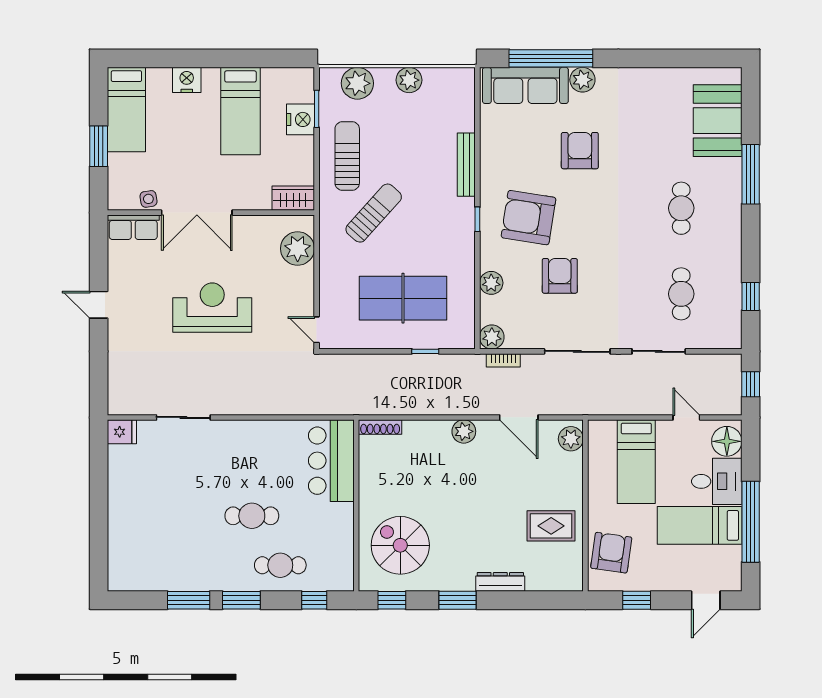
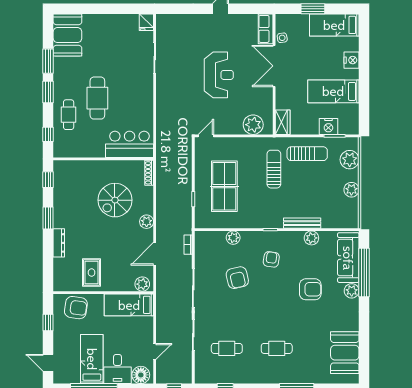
booth: (718, 121) -> (345, 353), moved, turned 90
sun lounger: (374, 213) -> (274, 169), turned -132
armchair: (529, 218) -> (271, 259), width x0.53, depth x0.53
armchair: (560, 276) -> (237, 278), turned 77
plant: (492, 337) -> (311, 238), moved
bed: (636, 462) -> (129, 305), moved
cafe table: (252, 516) -> (97, 98), width x1.37, depth x1.35
spiral stairs: (400, 545) -> (115, 200), moved, turned 180
booth: (144, 567) -> (67, 35), added

